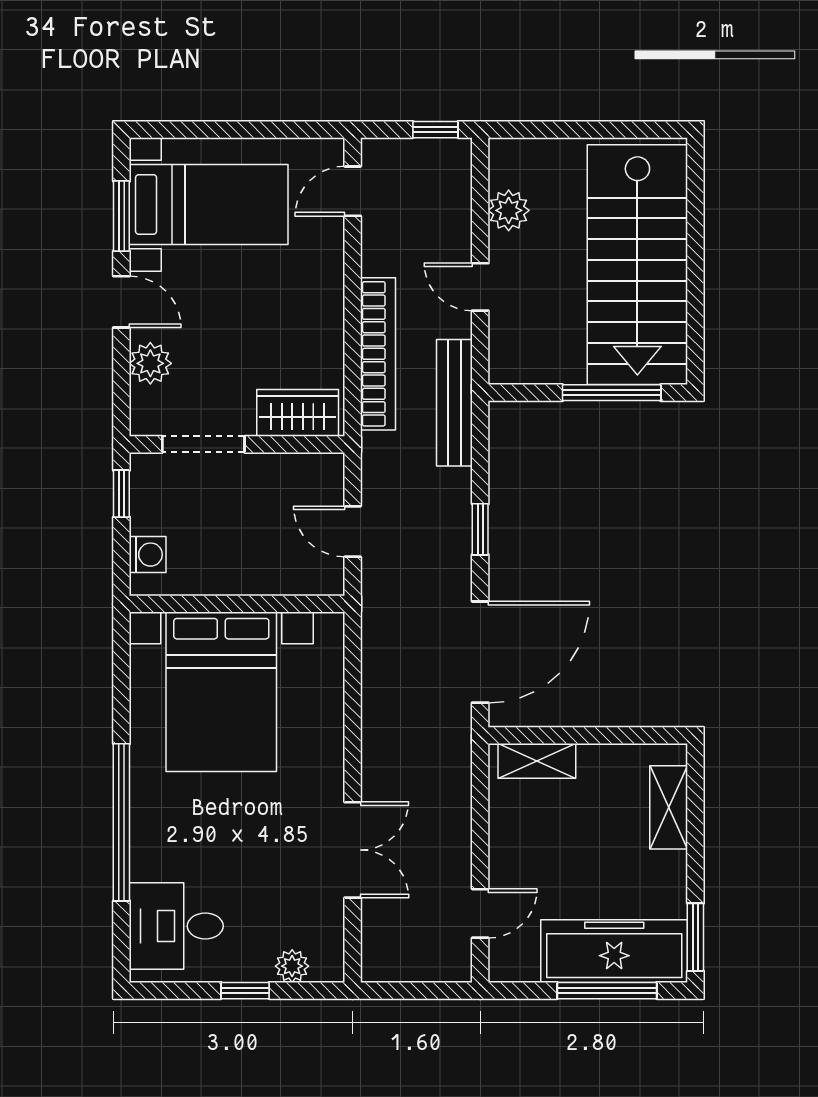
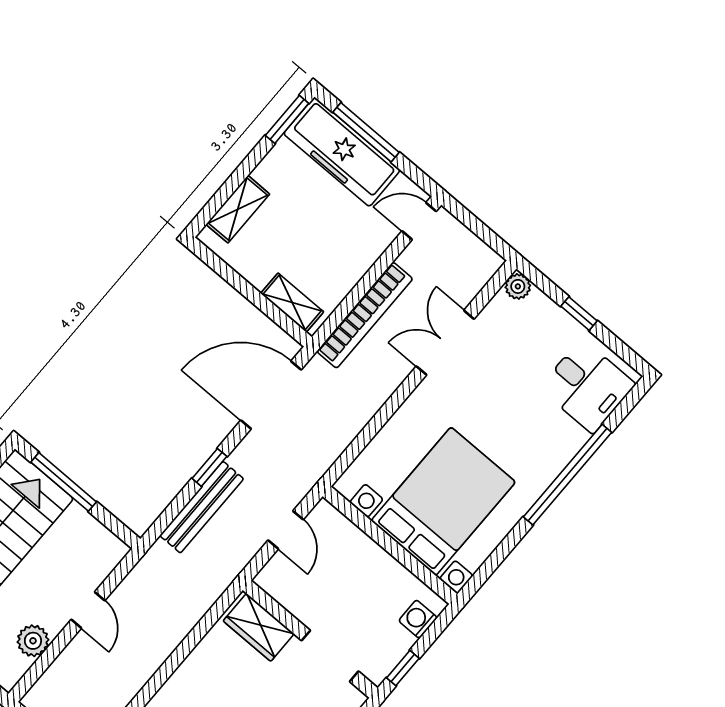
bookcase: (378, 354) -> (365, 315), moved, turned 180
bench: (454, 403) -> (202, 507), moved
door: (480, 913) -> (419, 221), moved
plant: (292, 966) -> (518, 286), moved

